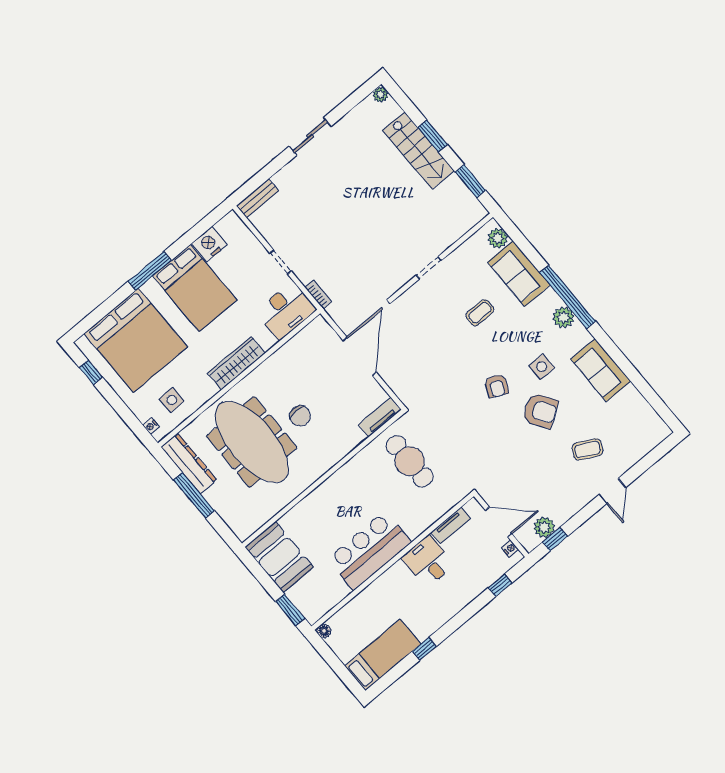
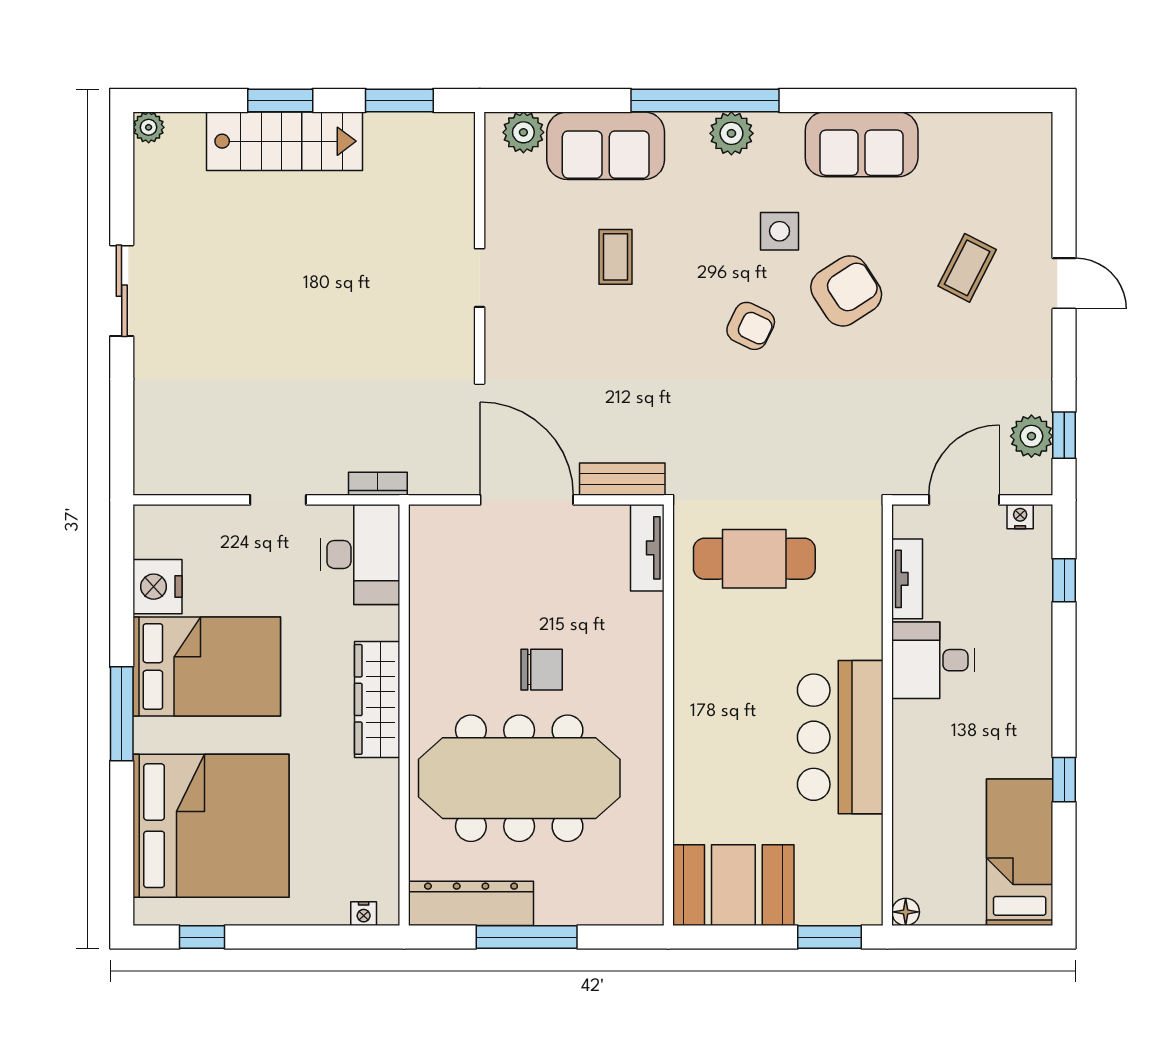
bench: (257, 198) -> (622, 479), moved, turned 90
side table: (172, 400) -> (350, 848), removed

